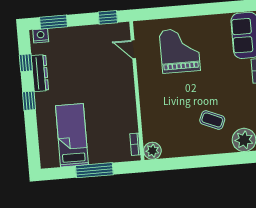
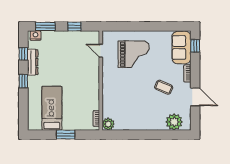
window: (108, 17) -> (74, 26), moved
grand piano: (180, 50) -> (134, 54), turned 90
coffee table: (212, 120) -> (164, 87), moved
window: (94, 170) -> (66, 135), width x0.69

